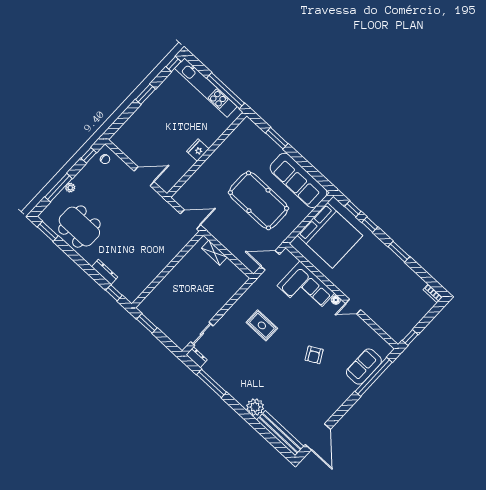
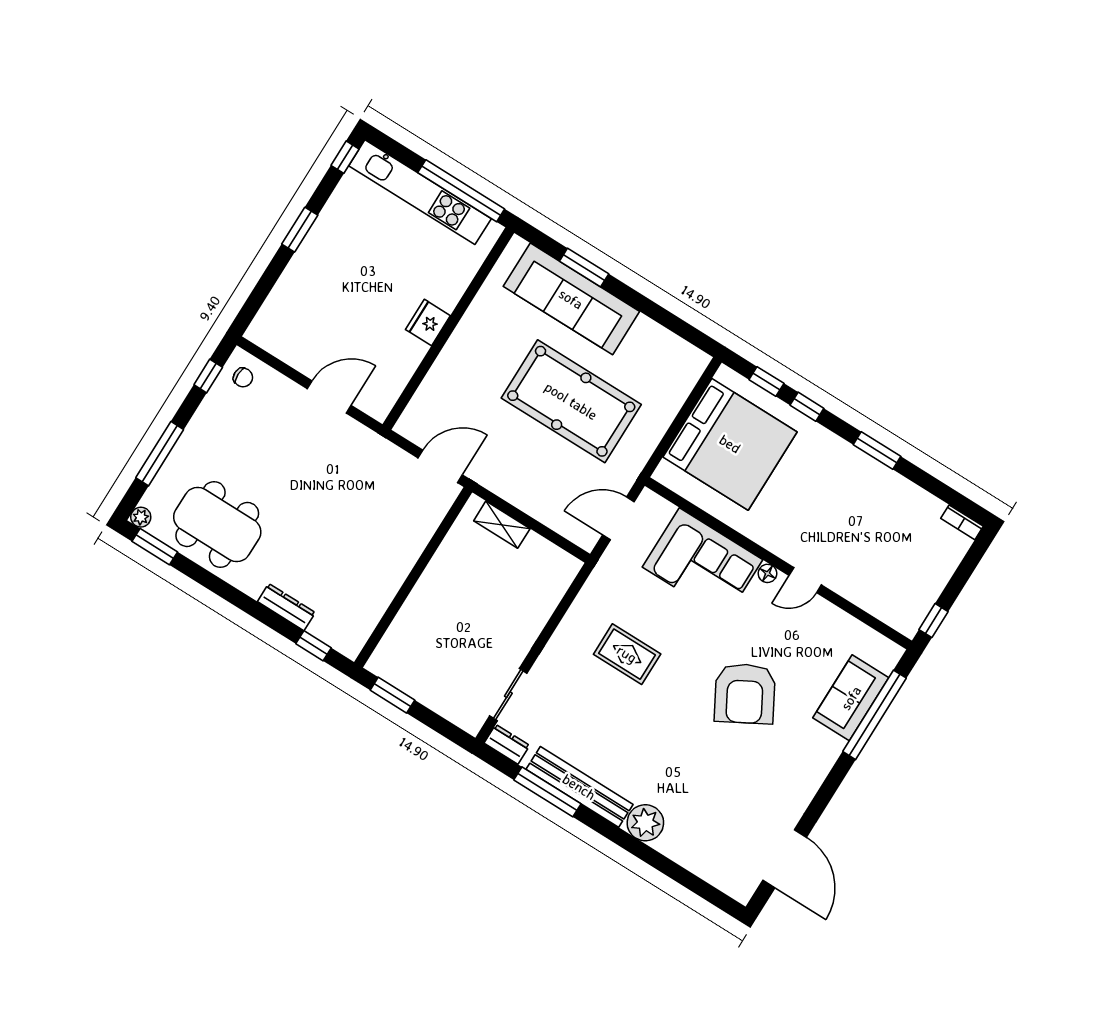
sofa: (299, 180) -> (571, 299), moved
plant: (70, 188) -> (141, 517), moved
armchair: (314, 355) -> (745, 694), width x1.88, depth x1.88
bench: (280, 433) -> (579, 787), moved

